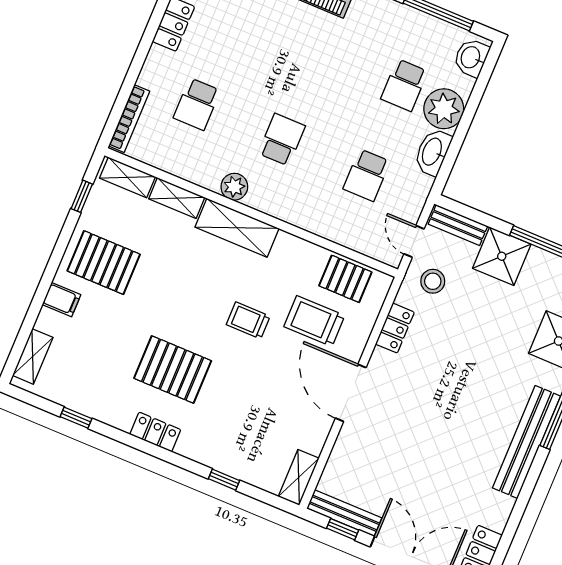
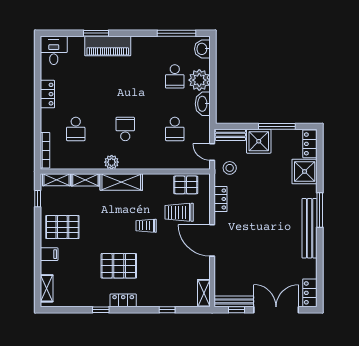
window: (76, 418) -> (101, 310), moved

